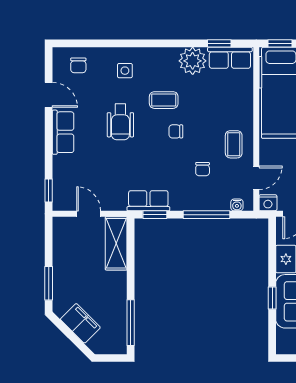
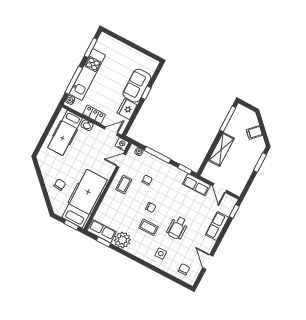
wheelchair: (120, 122) -> (177, 228), turned 180
row of seats: (63, 132) -> (217, 226), moved
row of seats: (148, 201) -> (196, 185), moved
shelving: (116, 243) -> (221, 149), moved
filing cabinet: (80, 323) -> (254, 132), width x0.50

